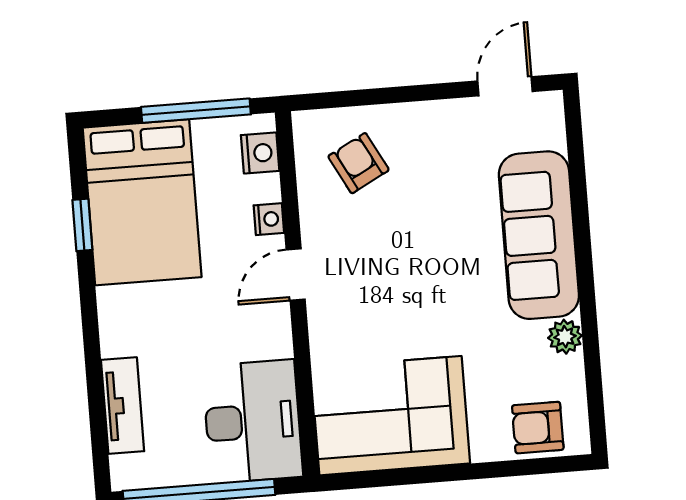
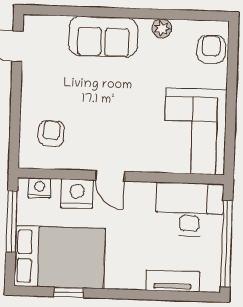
armchair: (359, 163) -> (51, 133), turned 122
nightstand: (269, 219) -> (77, 194), width x1.89, depth x1.79
sofa: (539, 235) -> (103, 37), width x0.73
armchair: (538, 428) -> (211, 49), turned 180

